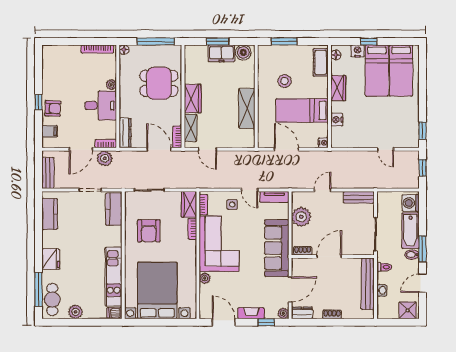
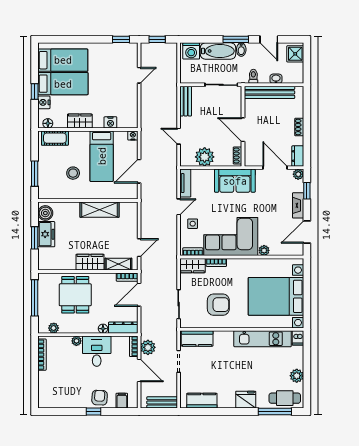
floor lamp: (124, 50) -> (103, 329), moved
plant: (125, 61) -> (54, 328), added
sofa: (277, 248) -> (235, 181), width x0.73

